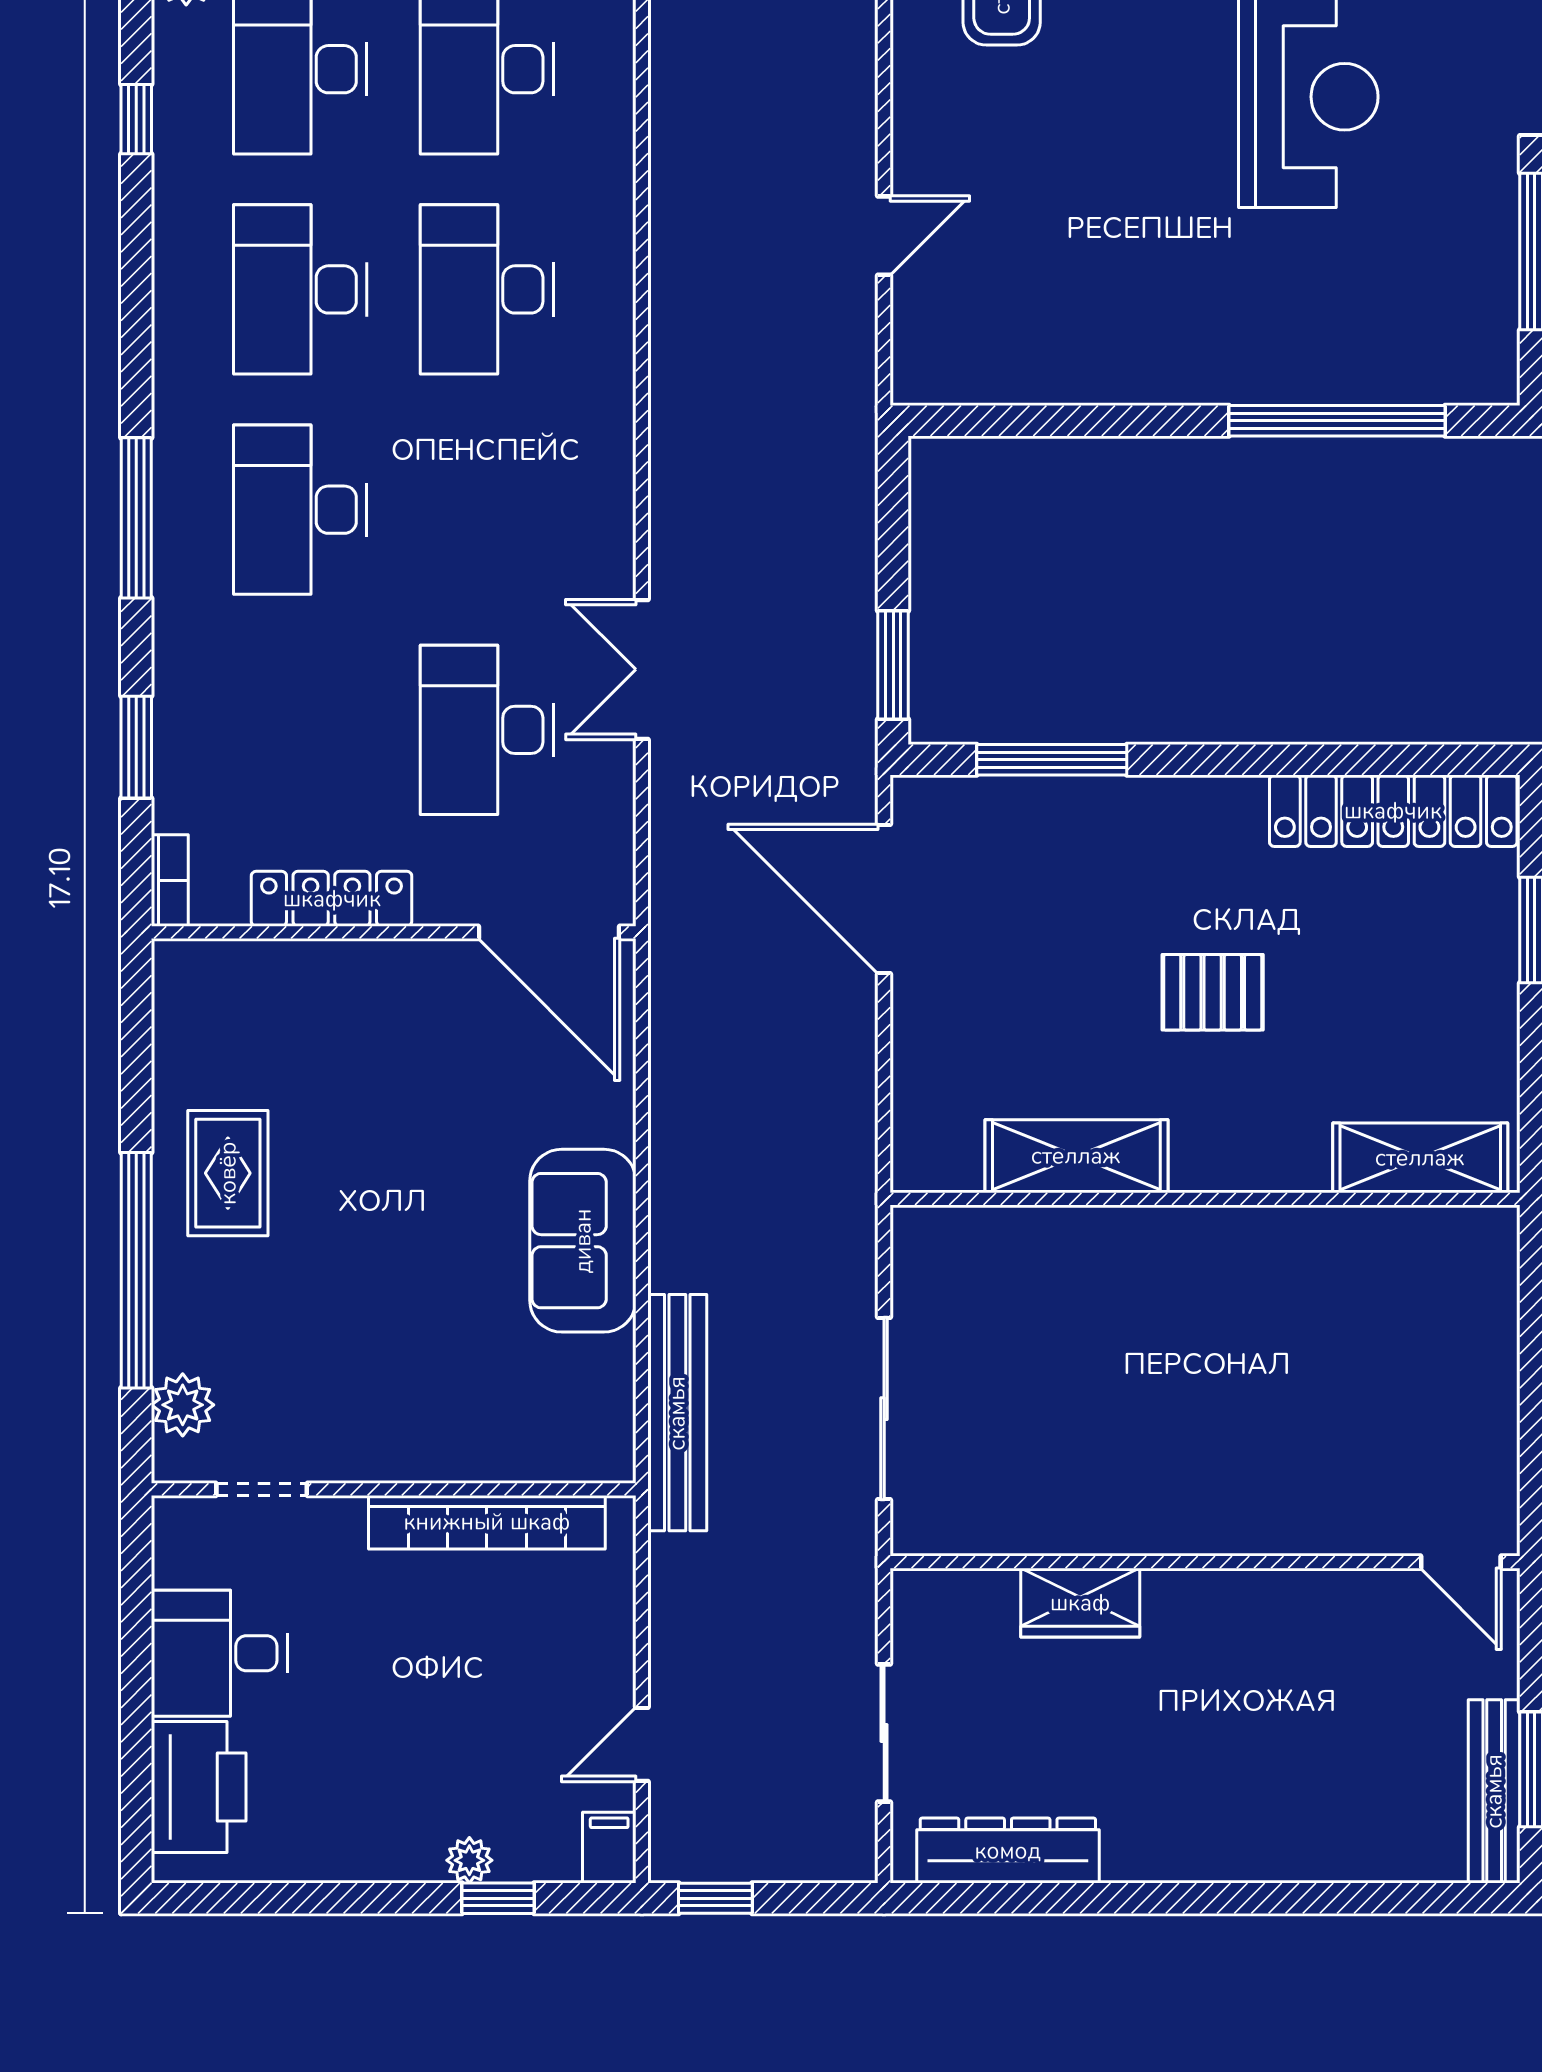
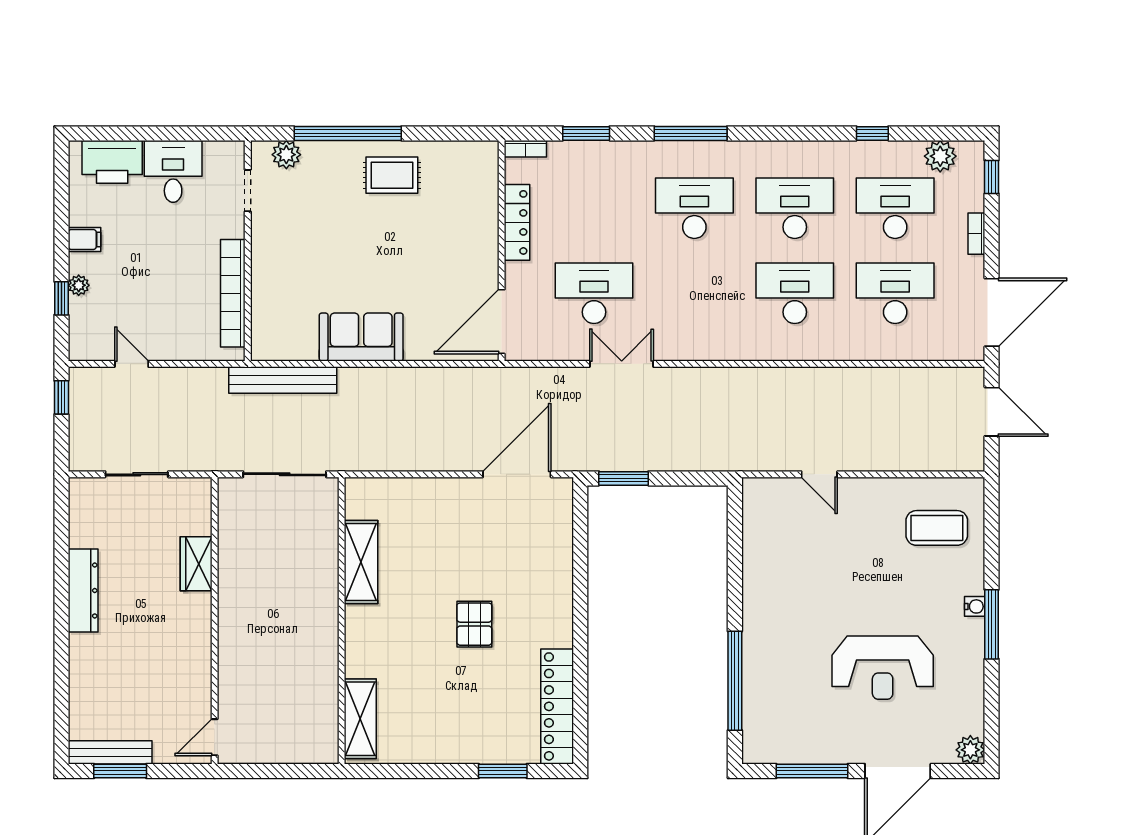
window: (1052, 760) -> (580, 551), removed
shelving: (1076, 1156) -> (361, 562), moved
shelving: (1420, 1158) -> (360, 719), moved
wall: (1205, 1199) -> (342, 621), moved
filing cabinet: (609, 1848) -> (85, 239), moved
dresser: (1008, 1851) -> (83, 590), moved

